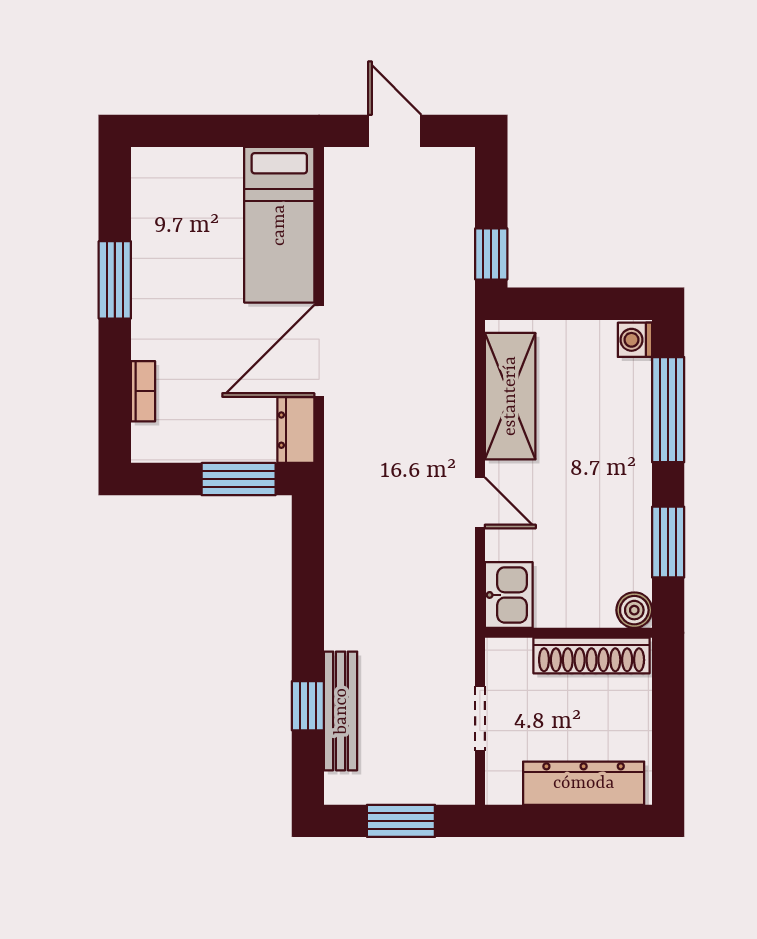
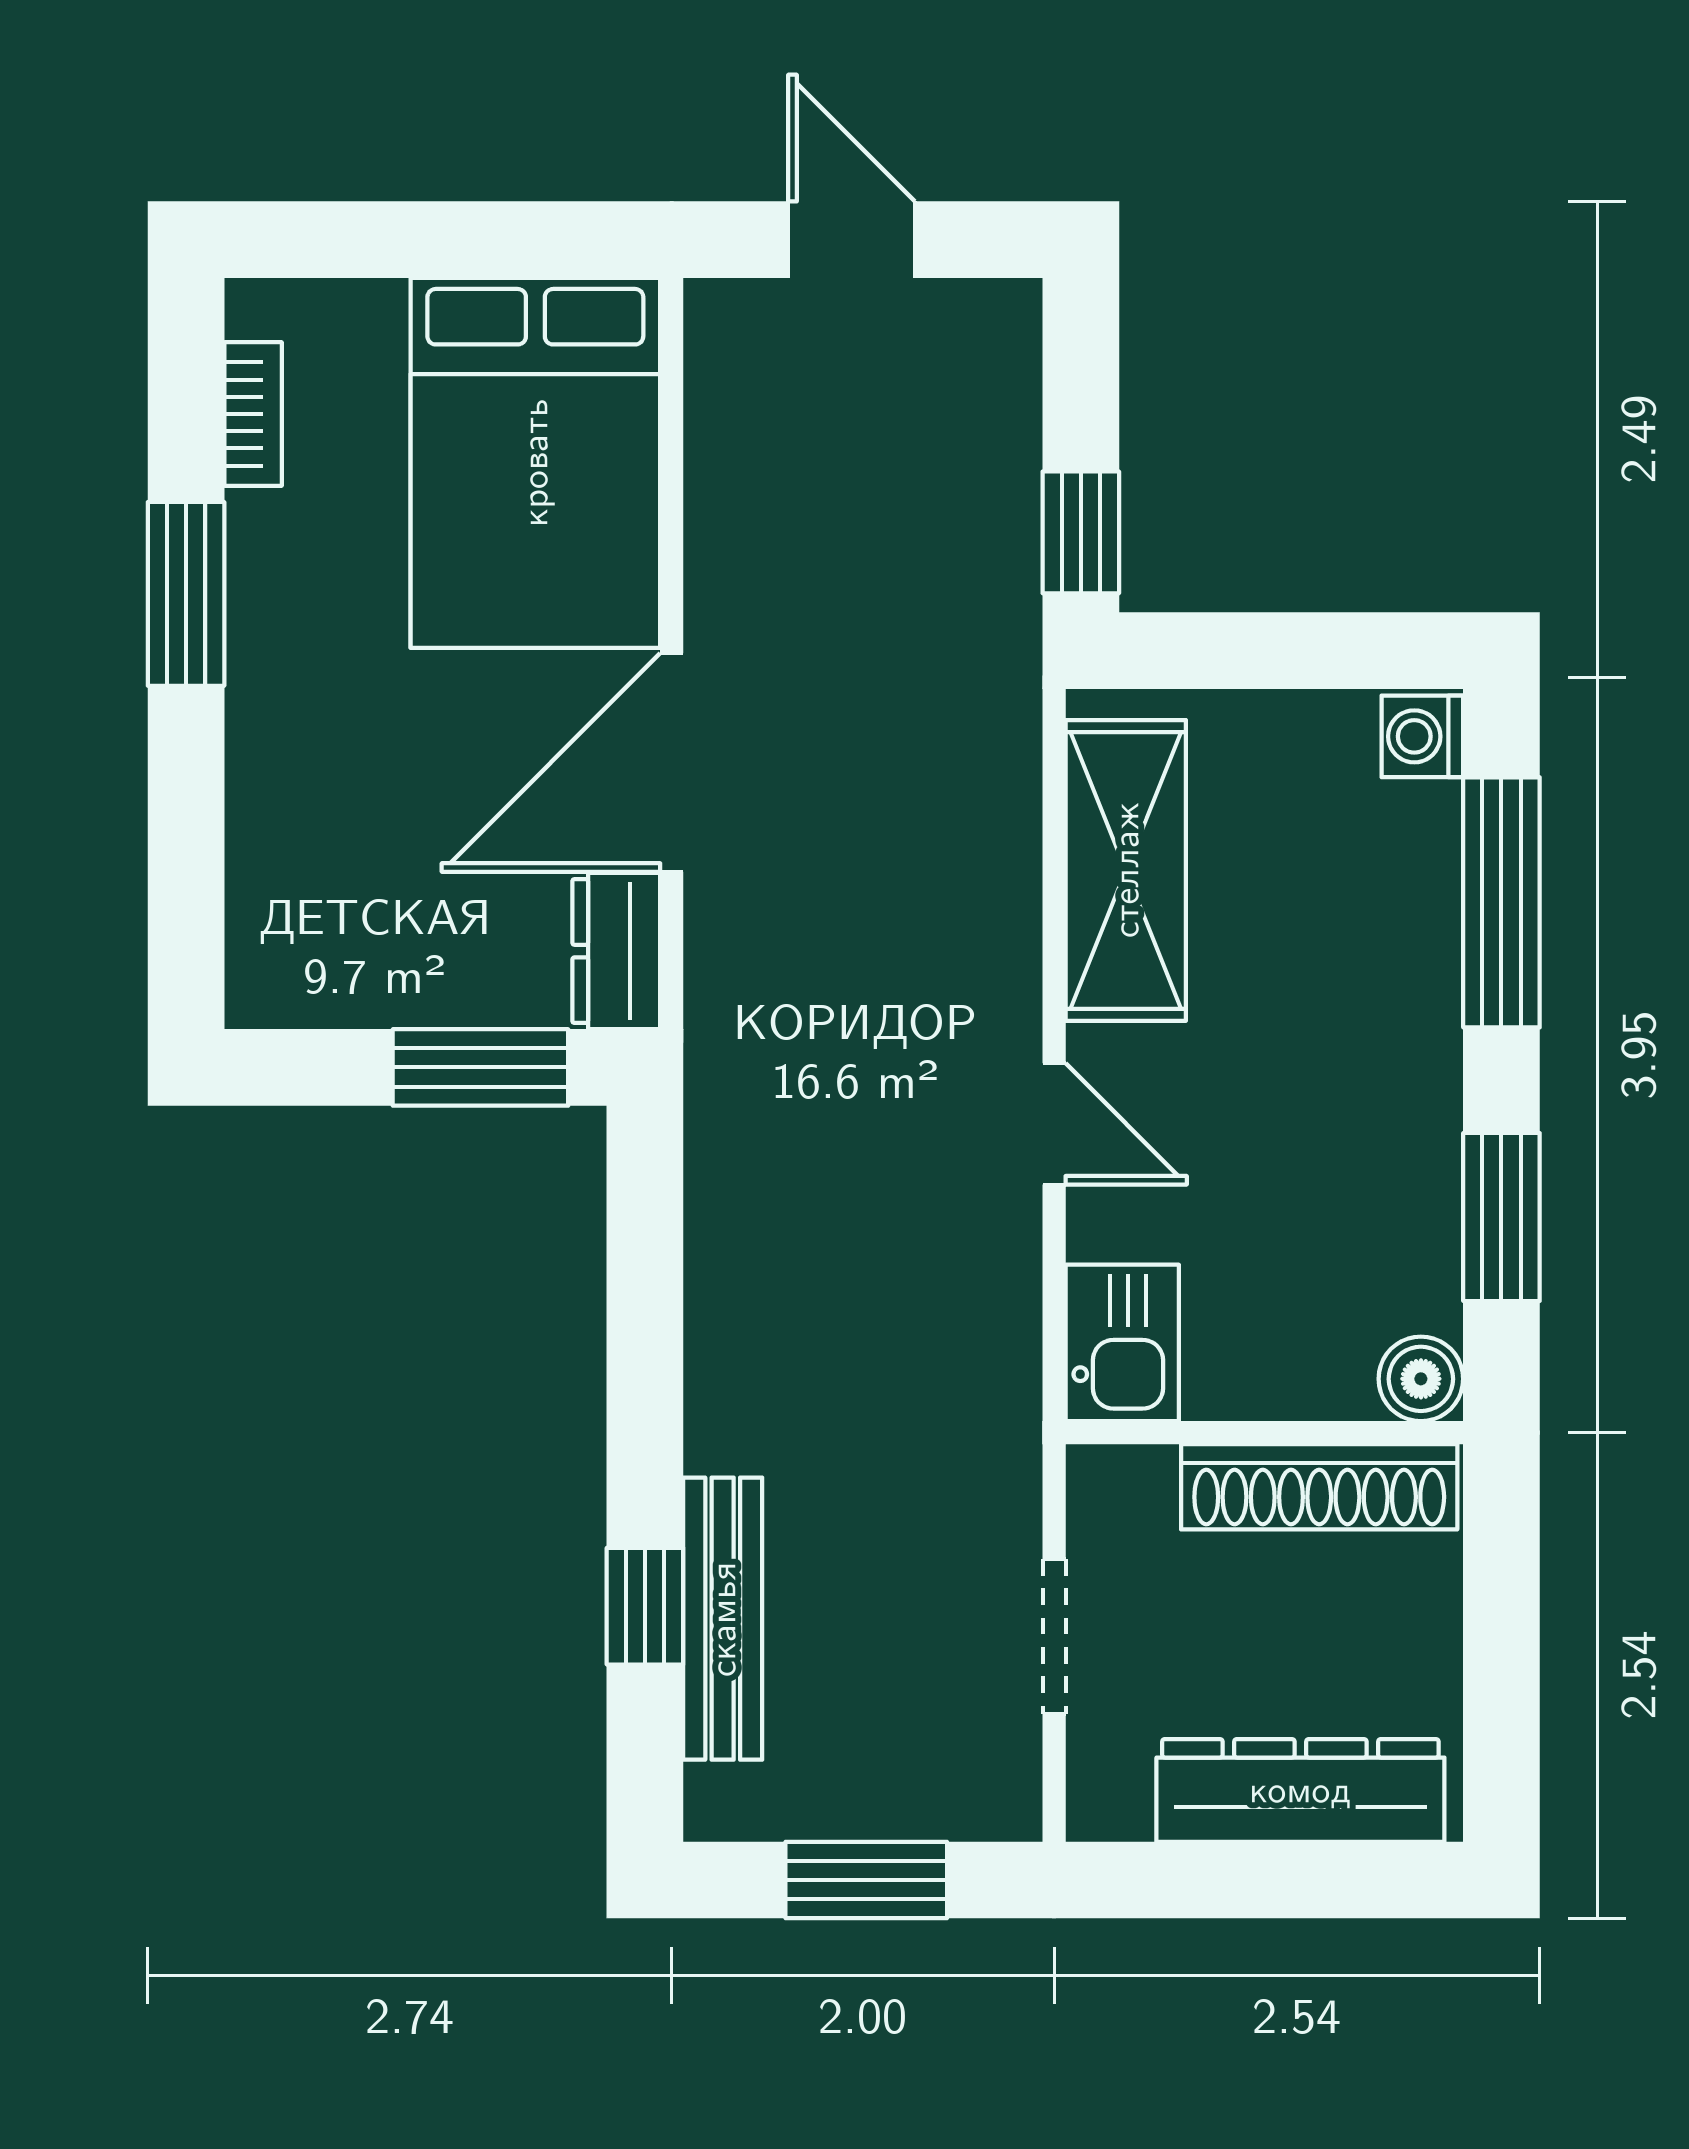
bed: (279, 225) -> (535, 463), width x1.50
bookcase: (143, 391) -> (253, 414), moved

